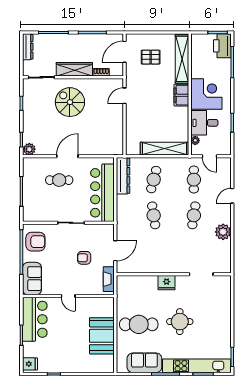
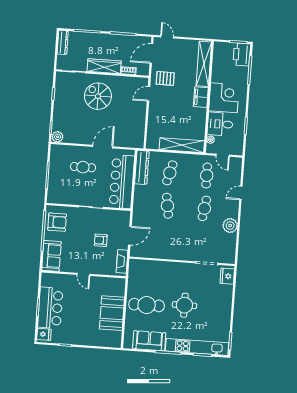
door: (140, 33) -> (167, 37), added
pallet: (151, 57) -> (165, 78), moved
door: (67, 156) -> (103, 147), moved
fridge: (167, 283) -> (227, 276), moved, turned 90
bar counter: (35, 319) -> (50, 308), moved

